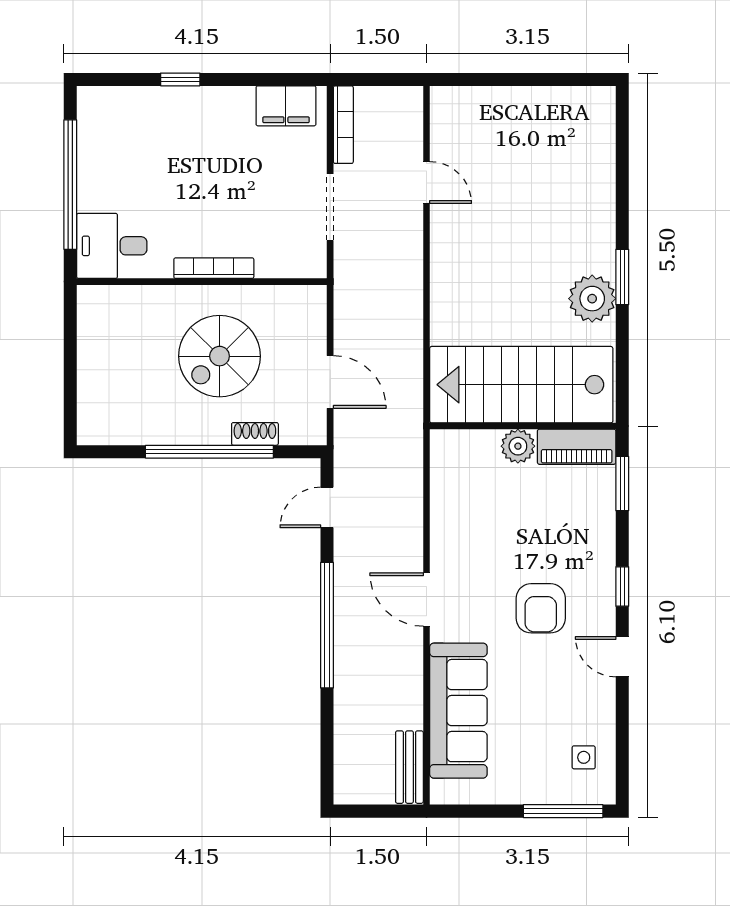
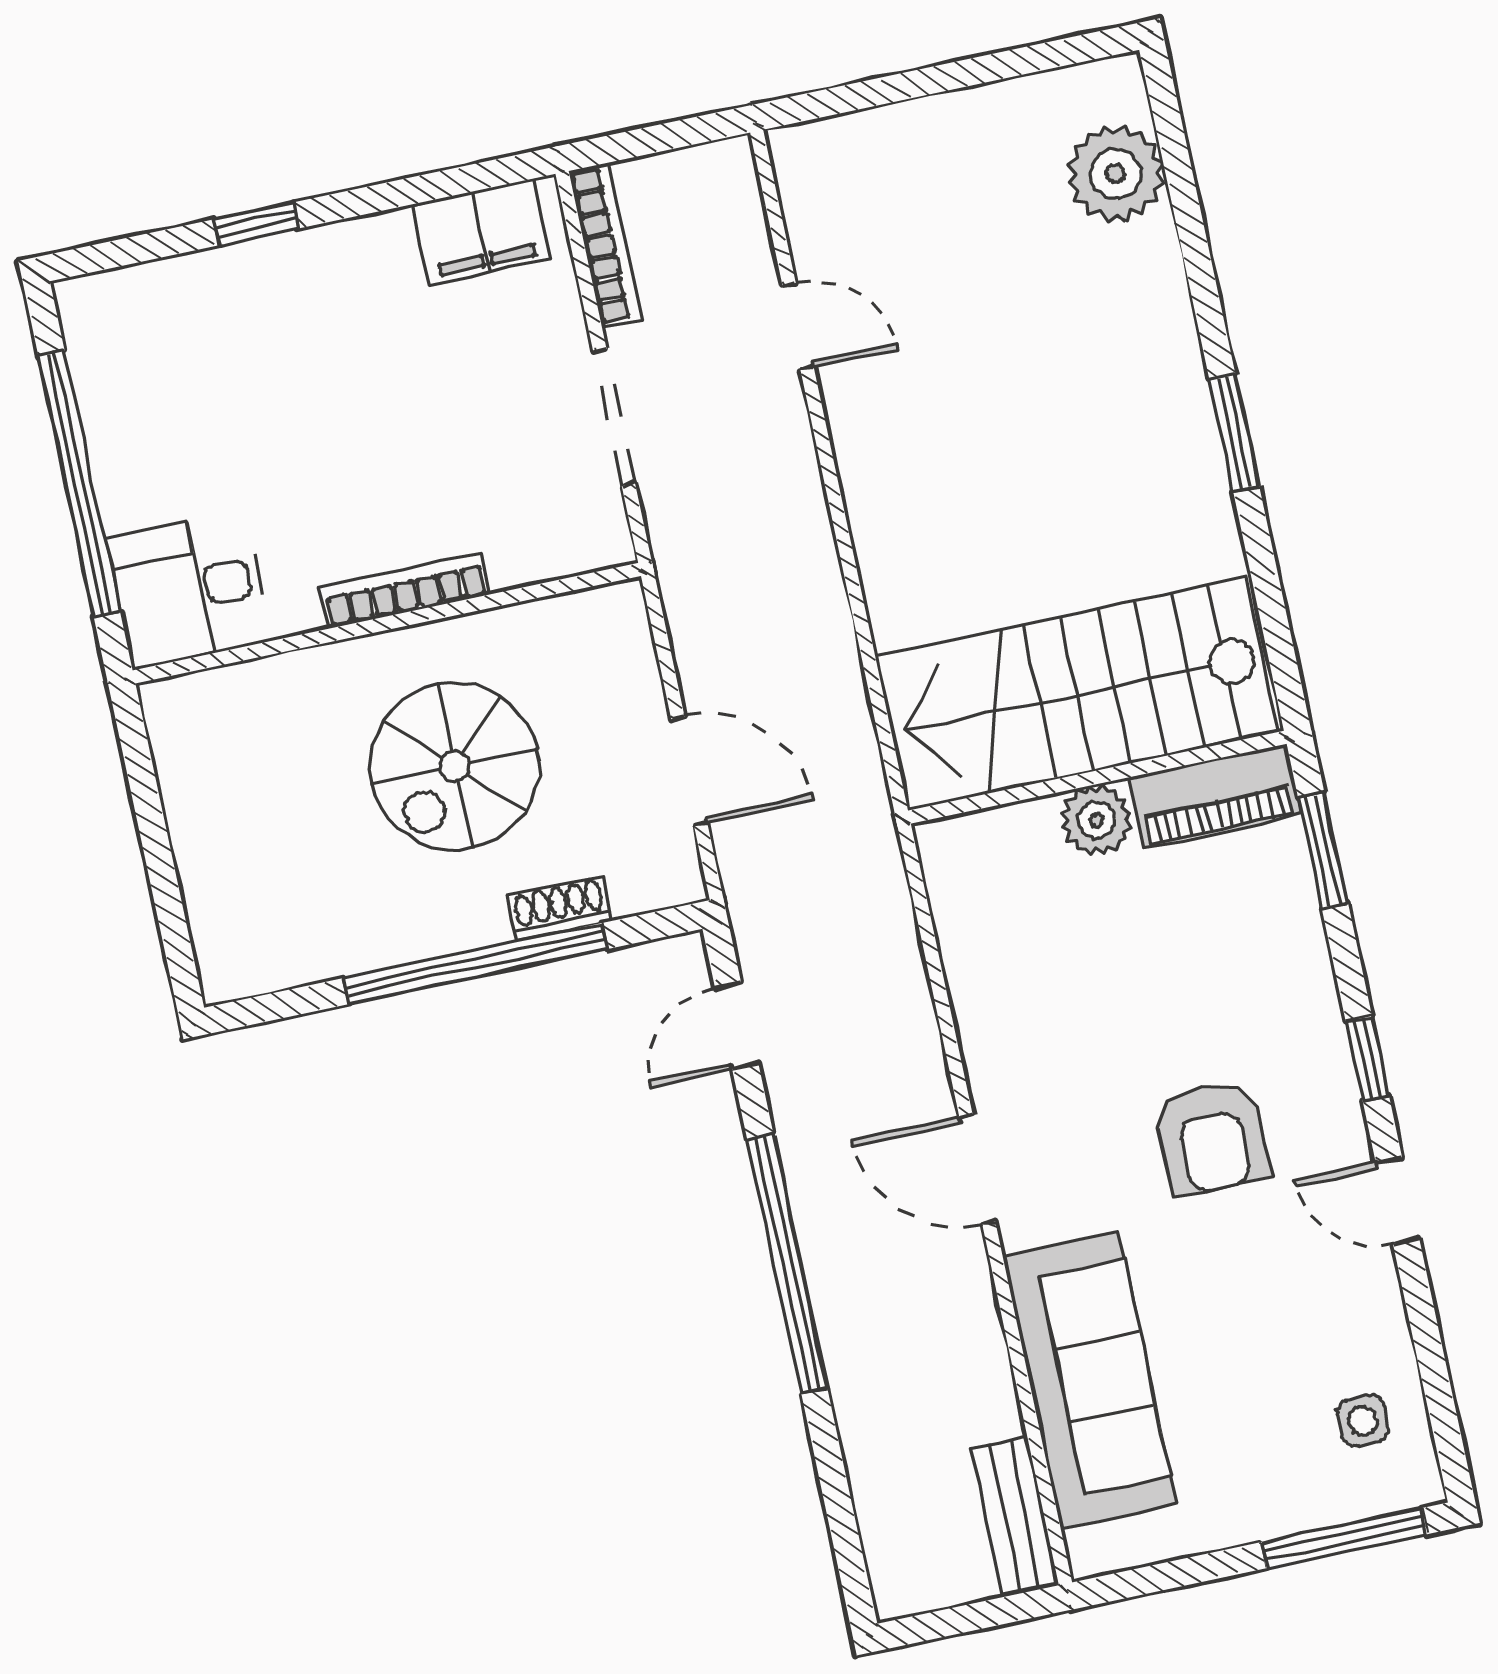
plant: (592, 299) -> (1116, 174), moved

